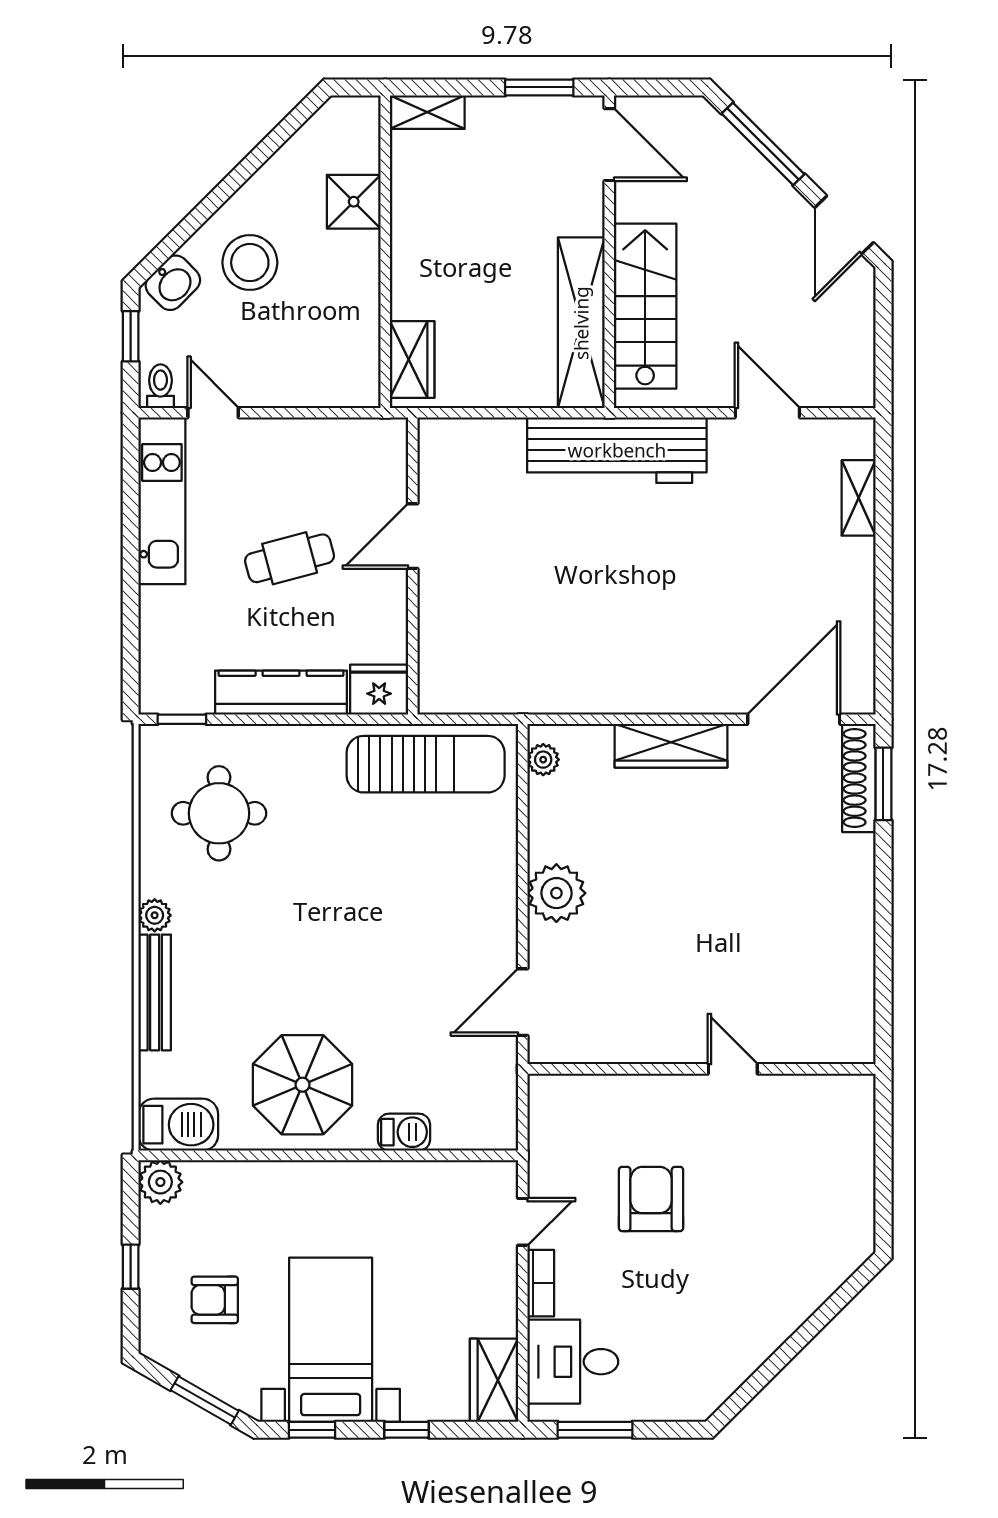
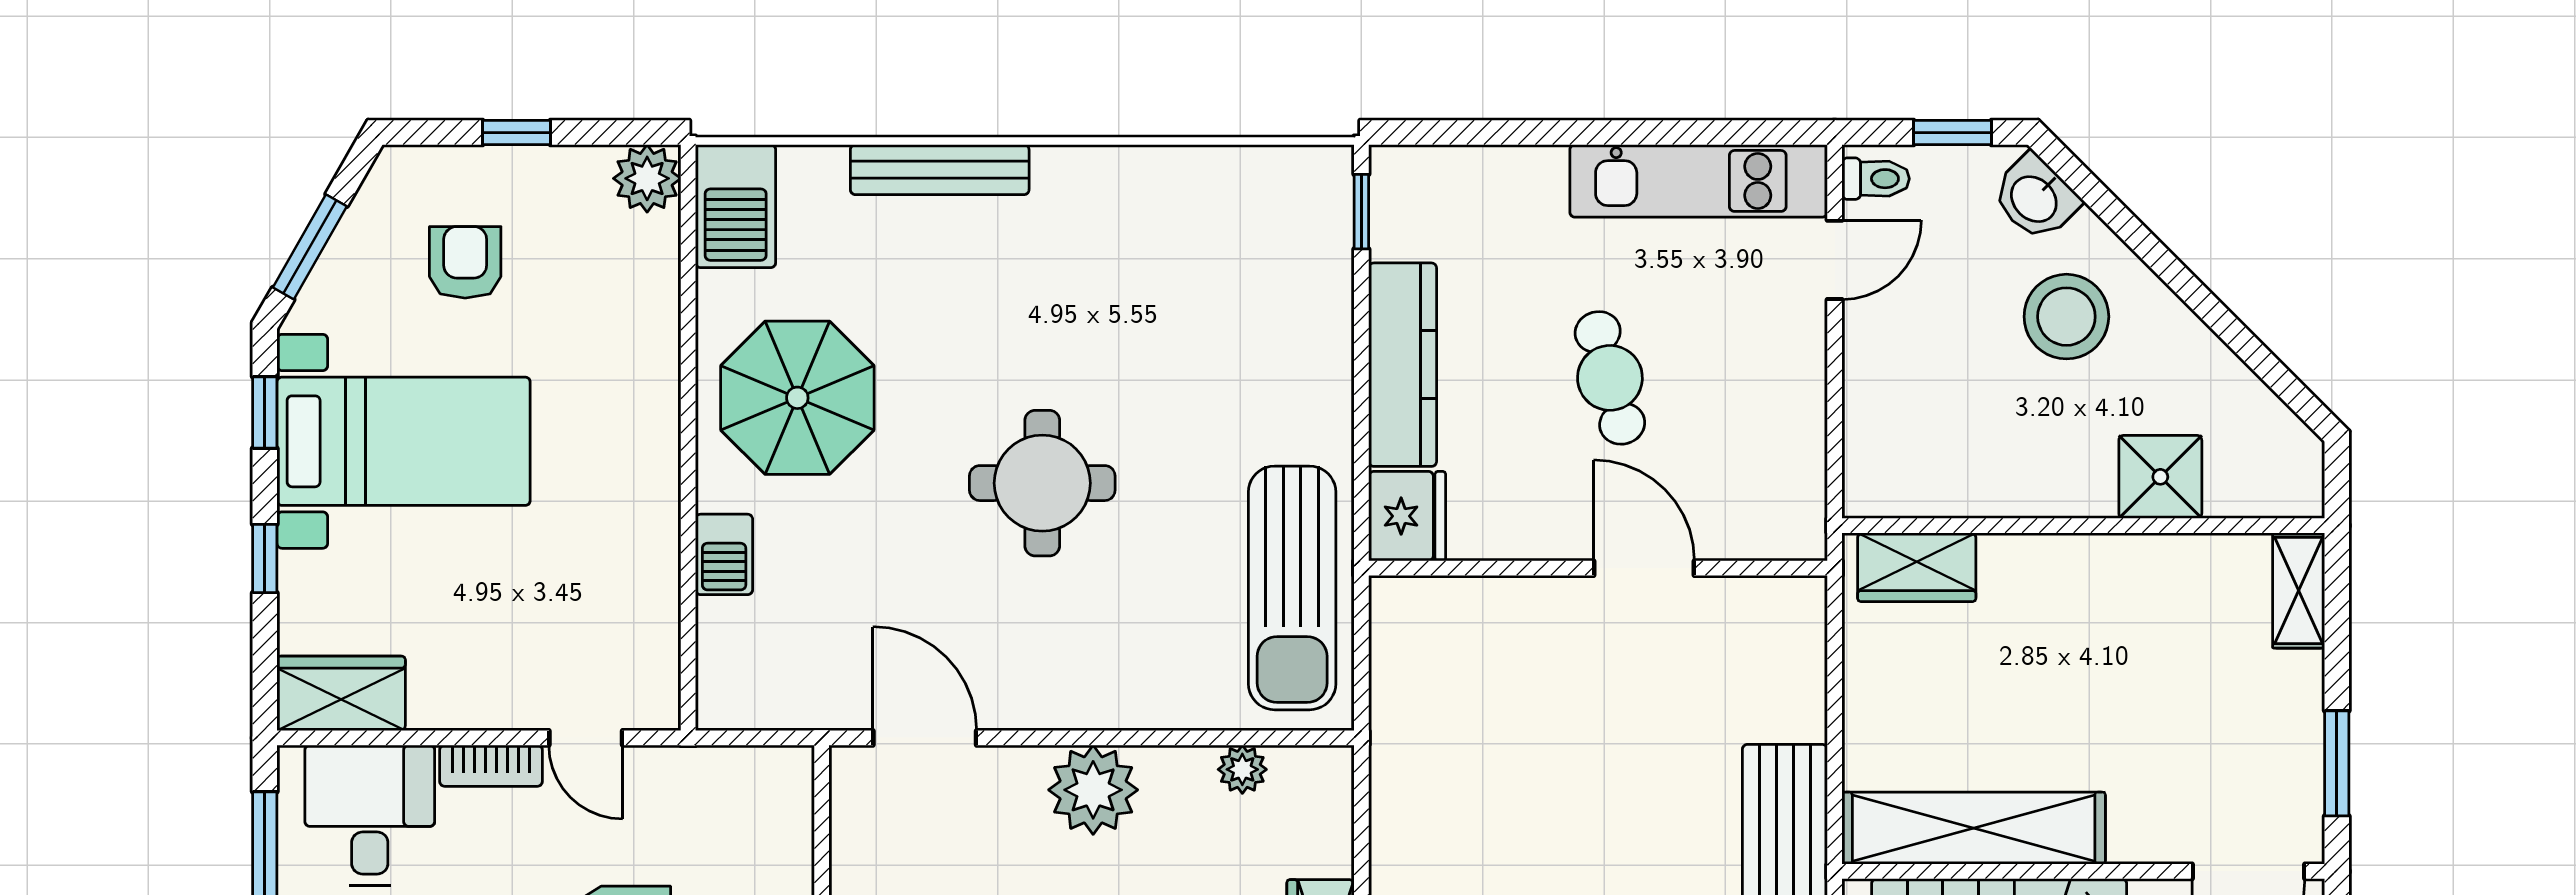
plant: (543, 760) -> (1242, 769), moved
round table: (219, 813) -> (1042, 483), moved
plant: (155, 915) -> (1059, 170), removed

